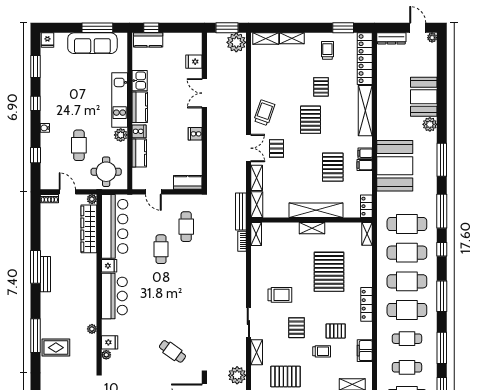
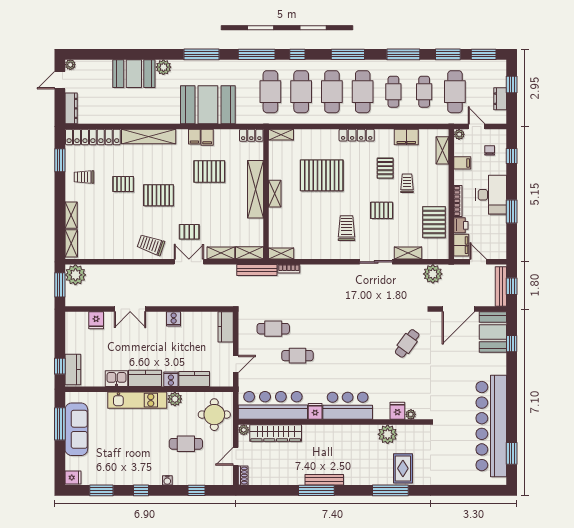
plant: (92, 329) -> (388, 434), width x1.88, depth x1.88

